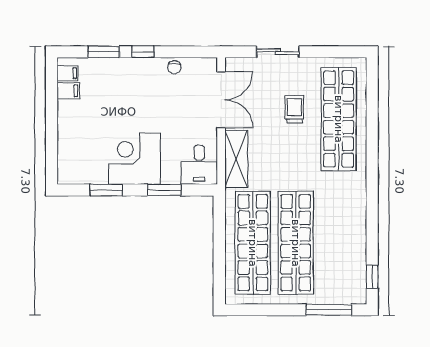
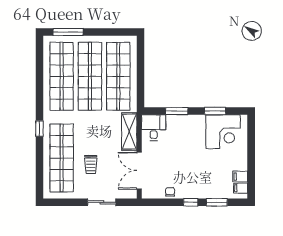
corner desk: (135, 159) -> (223, 132), moved
shop shelf: (339, 243) -> (62, 76), added
window: (372, 277) -> (39, 129), moved

